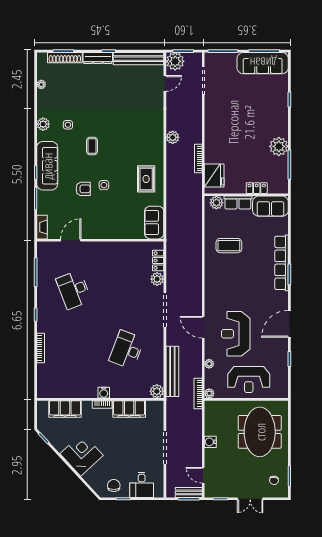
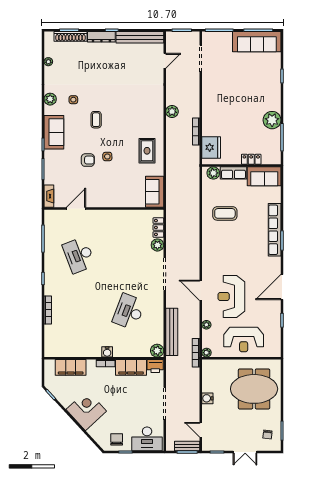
plant: (175, 61) -> (174, 40), removed
sofa: (47, 166) -> (54, 132), width x0.73
printer: (155, 408) -> (155, 366), added
meeting table: (260, 432) -> (254, 389), turned 90
desk: (142, 485) -> (147, 439), width x1.37

